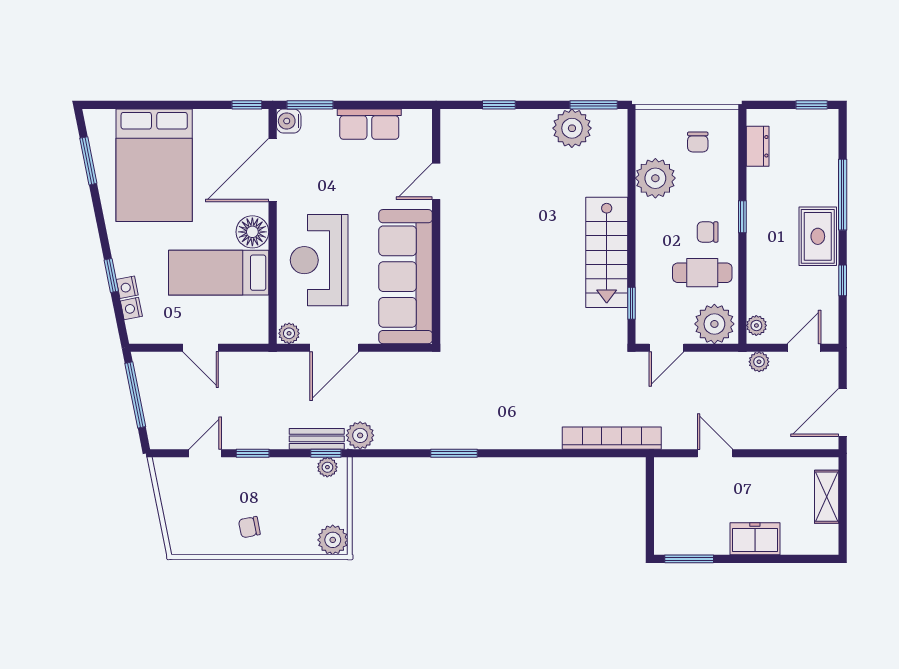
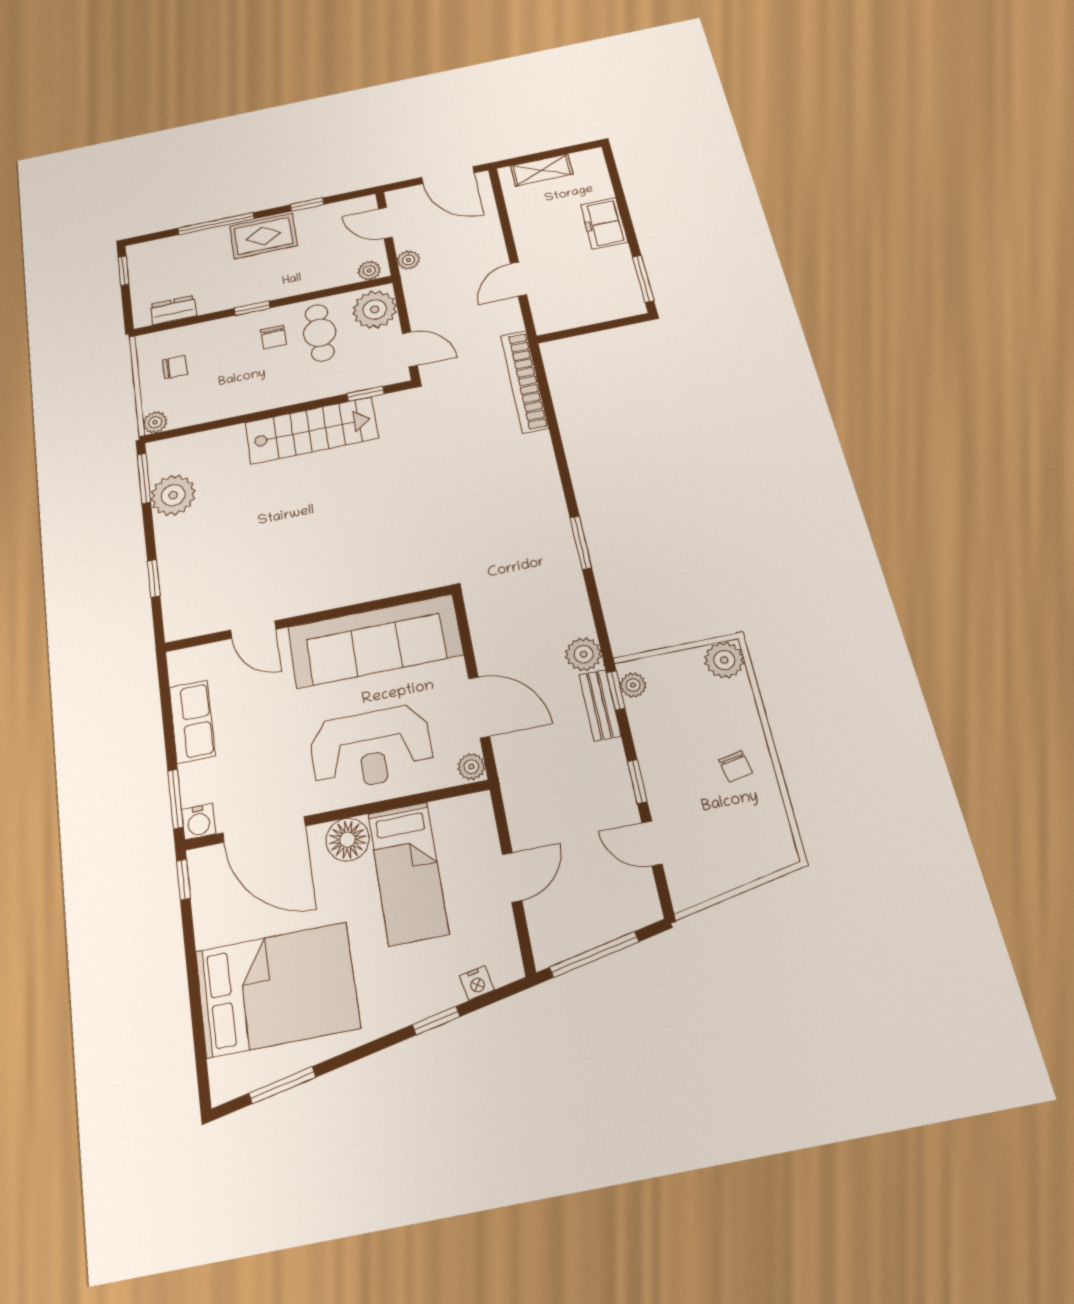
plant: (655, 178) -> (155, 422), moved, width x0.53, depth x0.53
nightstand: (127, 287) -> (449, 995), removed

